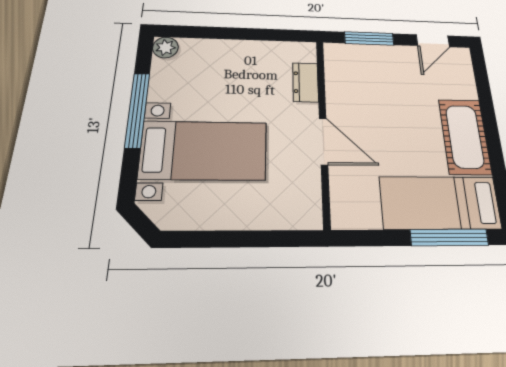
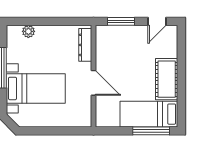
plant: (165, 47) -> (28, 31), moved
dresser: (306, 82) -> (85, 45), width x1.44

